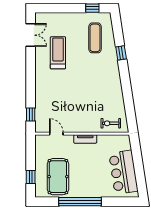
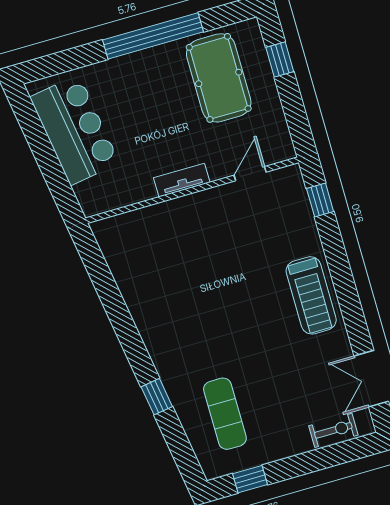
treadmill: (58, 53) -> (311, 295), moved
exercise bike: (111, 123) -> (333, 430), moved
door: (56, 134) -> (250, 174), swing flipped

